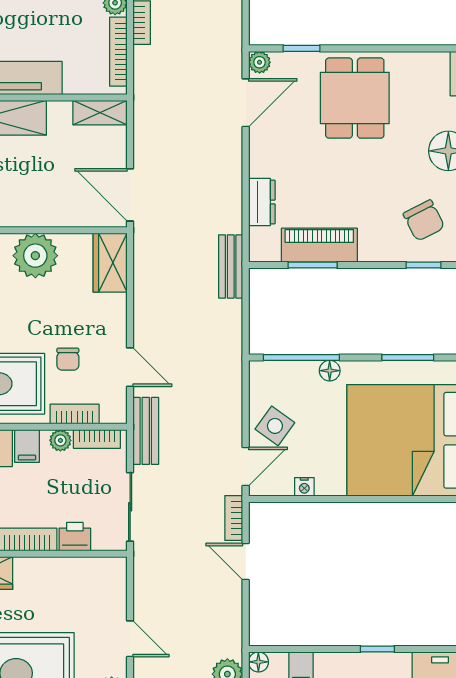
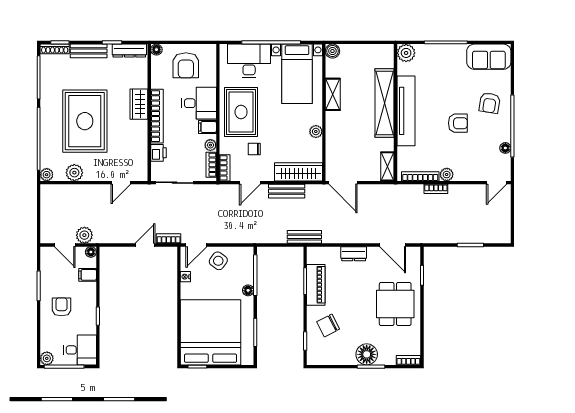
plant: (259, 62) -> (415, 252), removed
dining table: (355, 98) -> (395, 304), turned 90
door: (130, 195) -> (343, 183), swing flipped
dresser: (262, 202) -> (354, 254), moved
chair: (424, 221) -> (328, 325), moved
plant: (35, 256) -> (316, 132), width x0.53, depth x0.53
wardrobe: (110, 263) -> (298, 172), width x1.50
bookcase: (75, 414) -> (225, 168), moved
bench: (146, 431) -> (287, 191), moved
door: (246, 466) -> (196, 245), hinge flipped
door: (130, 639) -> (121, 183), moved

